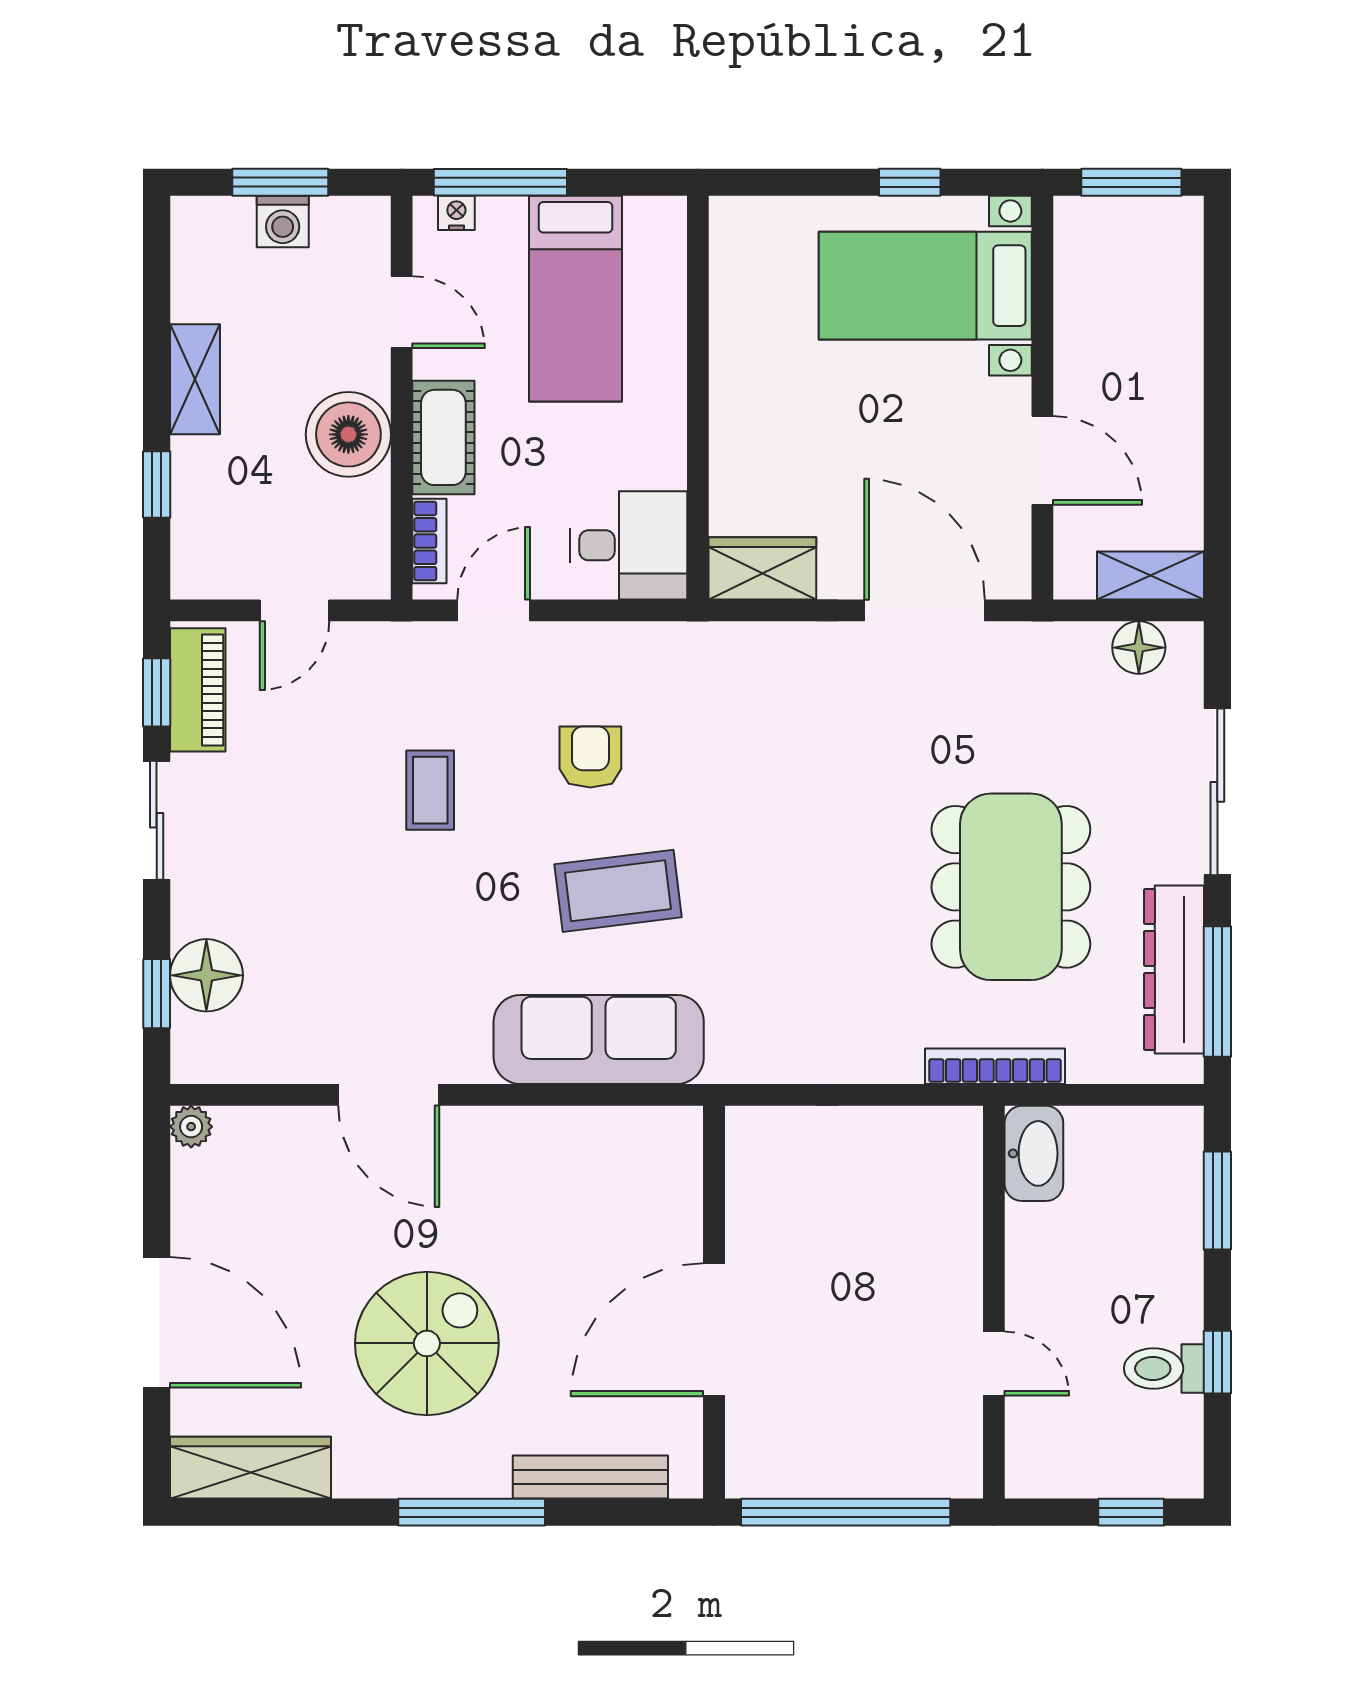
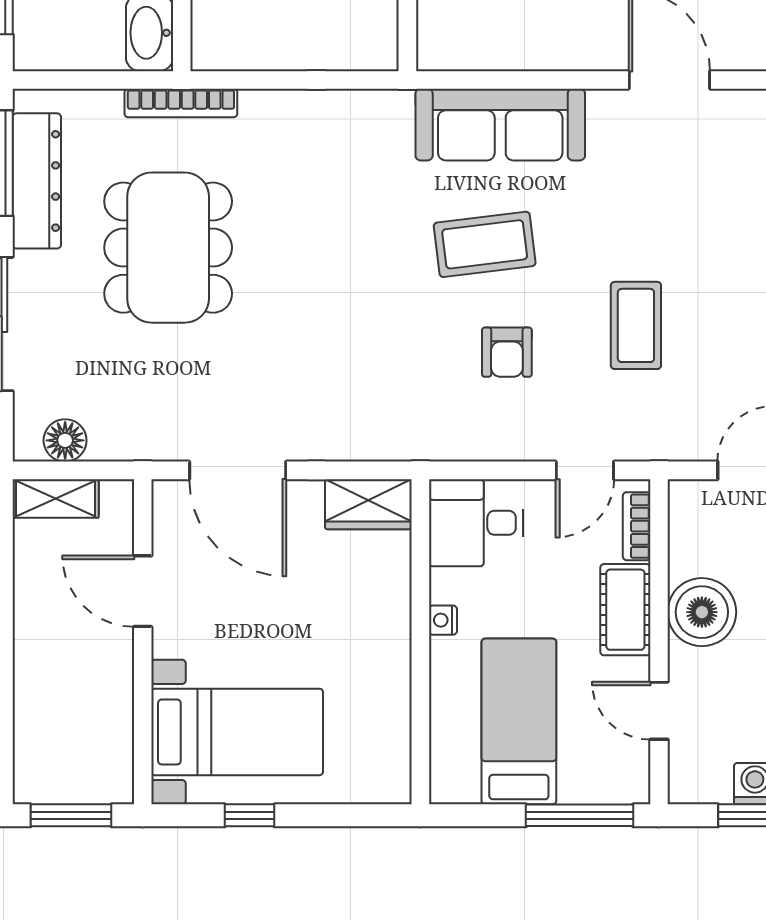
nightstand: (456, 213) -> (443, 620), moved, turned 90
coffee table: (430, 790) -> (636, 325), width x1.36, depth x1.30

